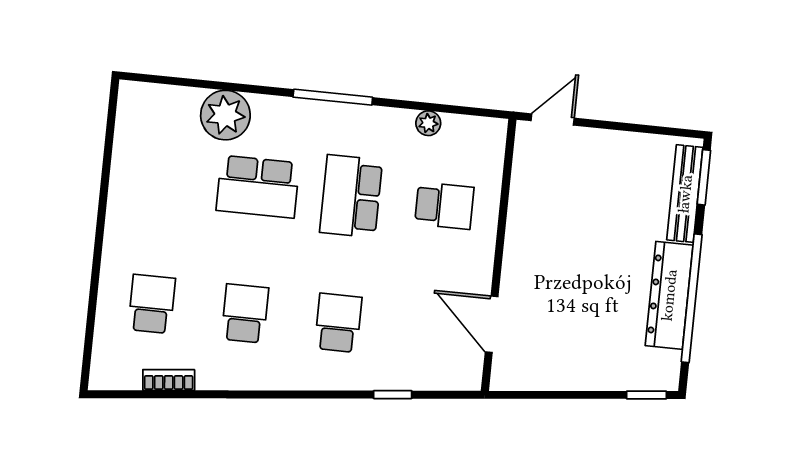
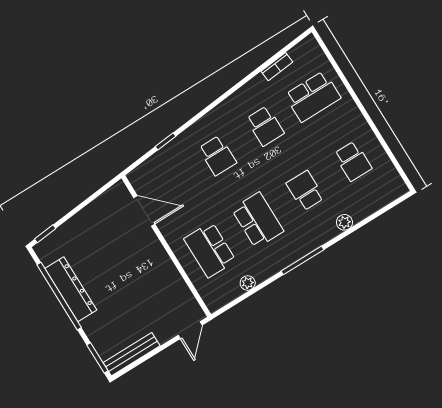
plant: (225, 115) -> (344, 222), width x0.53, depth x0.53
school desk: (165, 177) -> (353, 161), added
school desk: (258, 187) -> (305, 191), width x0.54
bench: (685, 194) -> (132, 354), moved, turned 90
school desk: (444, 206) -> (210, 250), width x1.85
school desk: (152, 304) -> (313, 96), width x1.85

